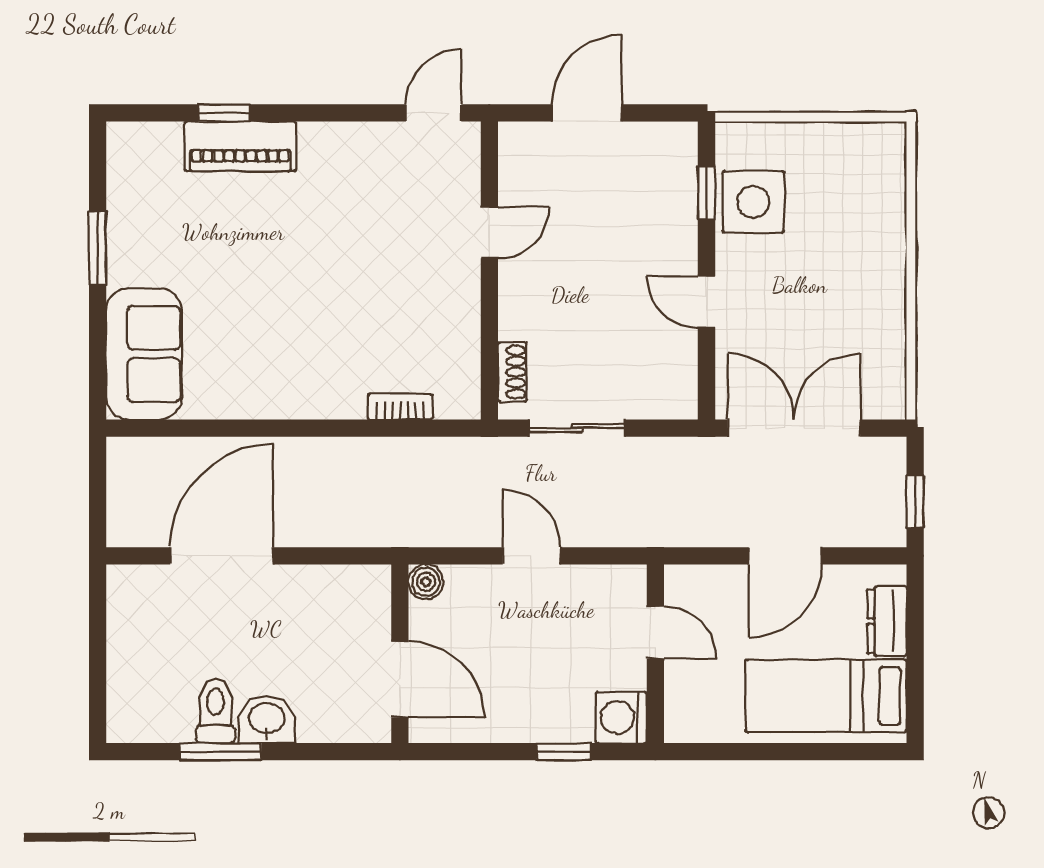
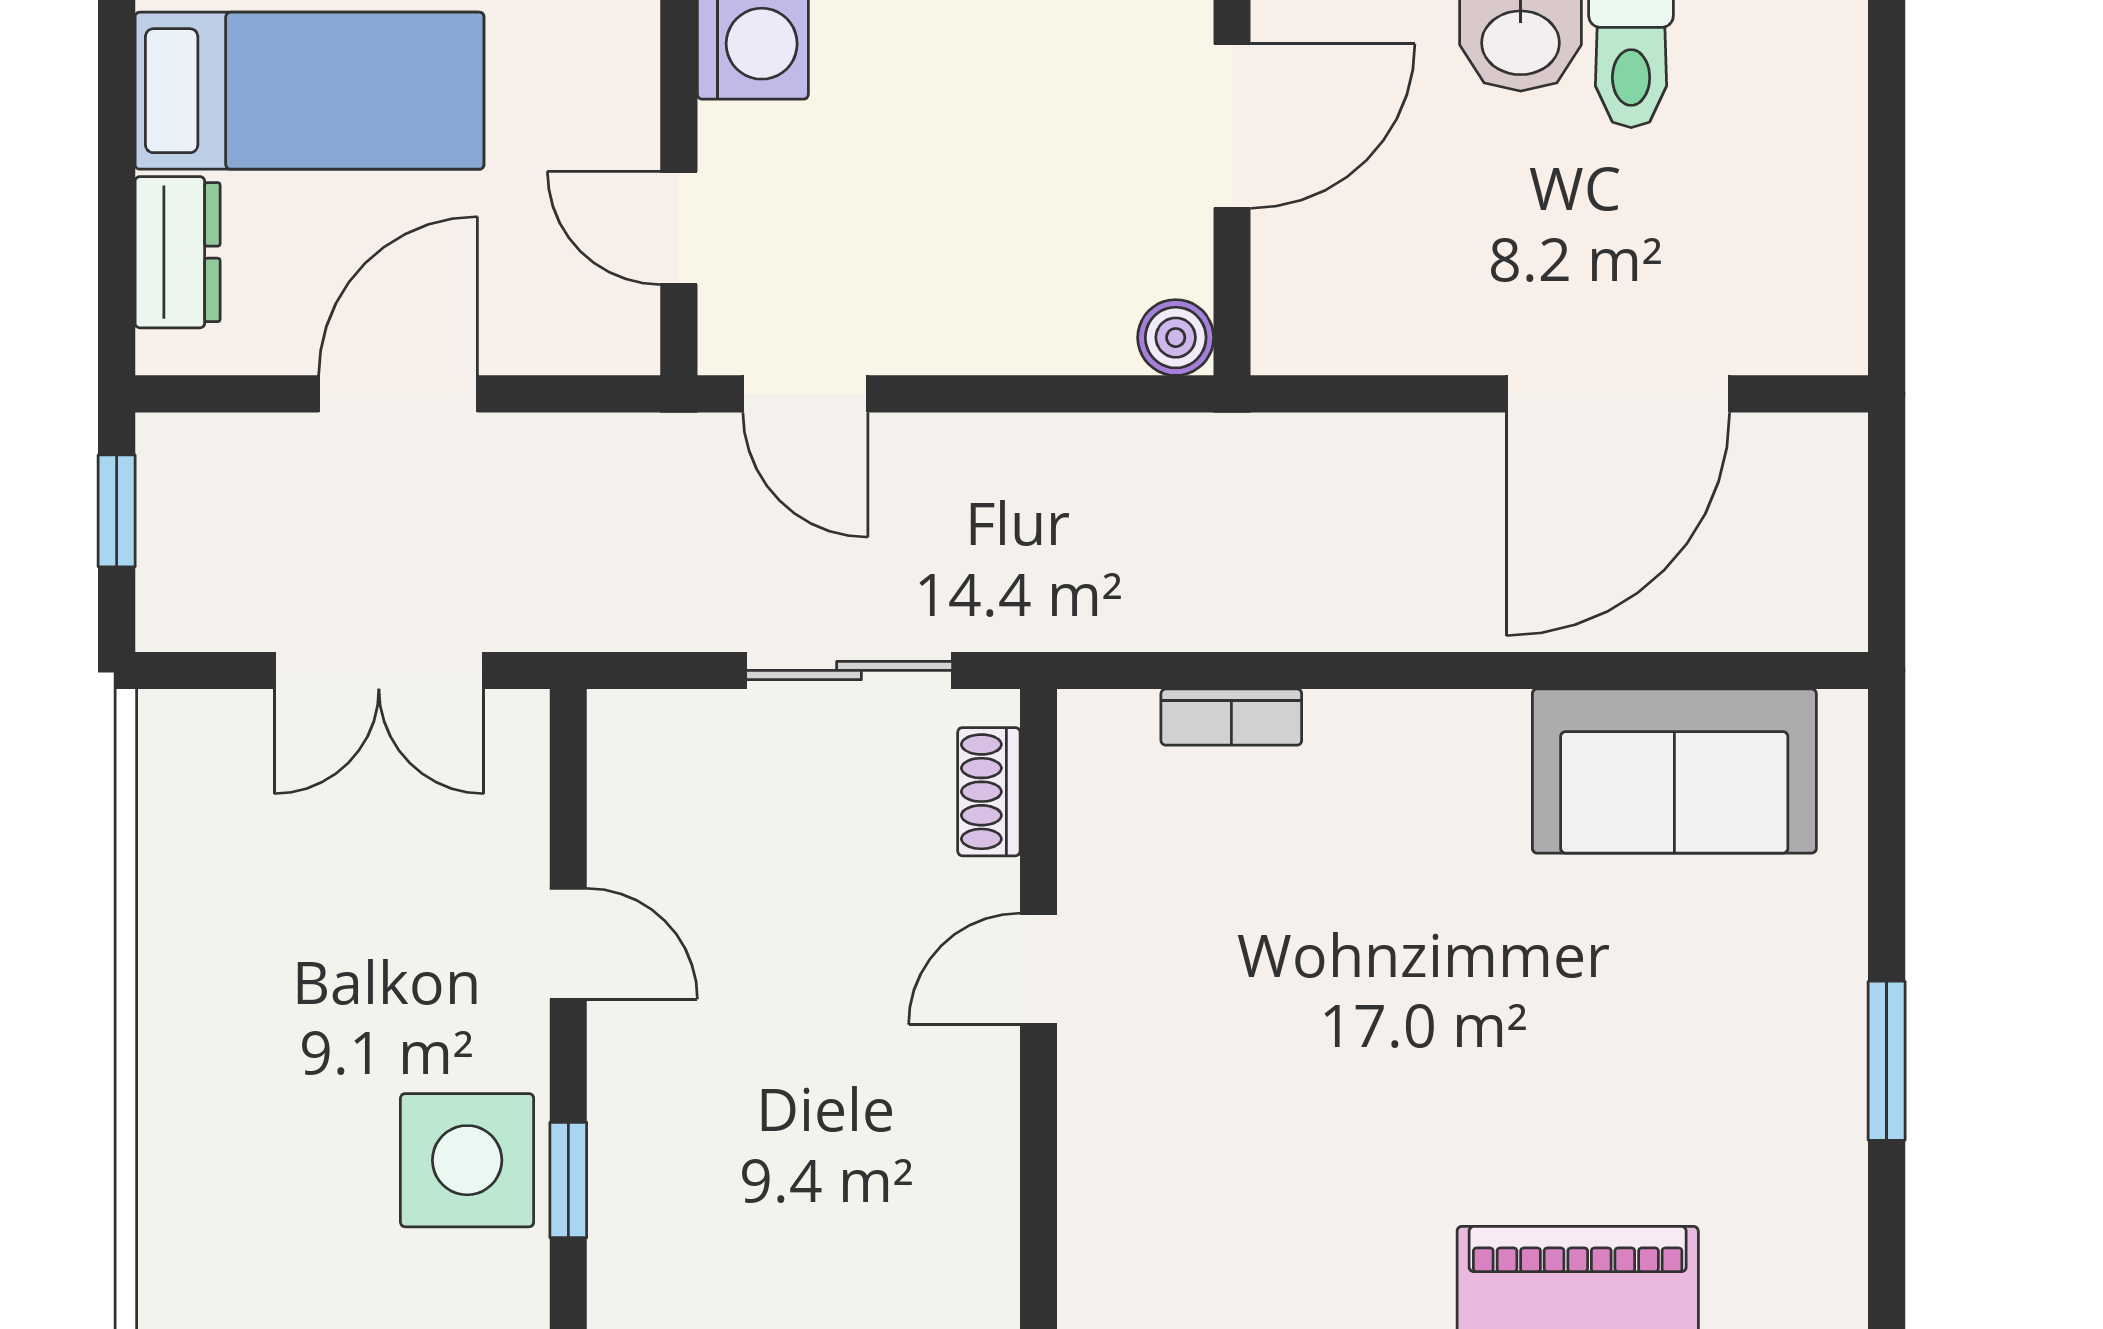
door: (489, 233) -> (1038, 969), moved
sofa: (144, 354) -> (1674, 771), moved, turned -90
double door: (794, 428) -> (379, 670), width x0.73
door: (531, 556) -> (805, 394), moved
door: (400, 679) -> (1232, 126), swing flipped

